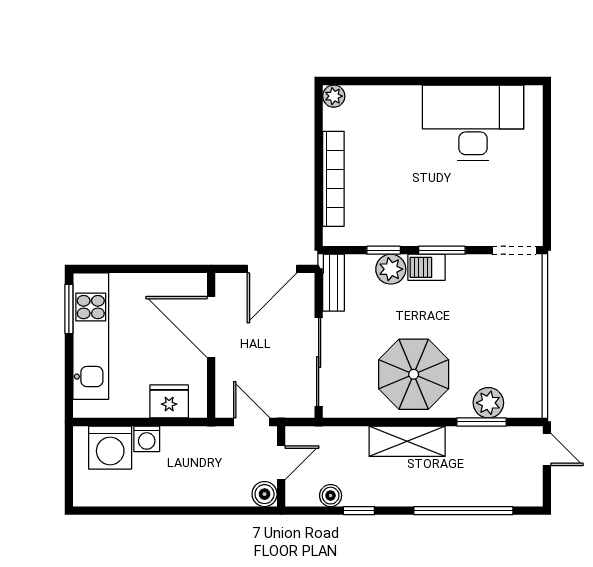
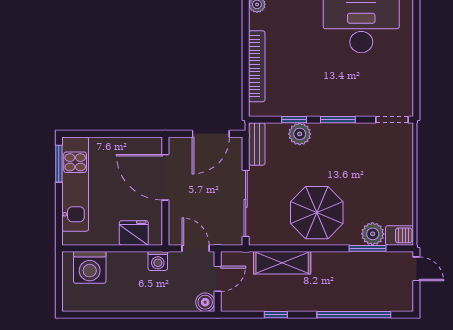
barbecue: (426, 267) -> (400, 235), moved, turned 180
washing machine: (147, 439) -> (158, 261), moved
shelving: (407, 441) -> (282, 263), moved
boiler: (331, 496) -> (255, 303), removed

